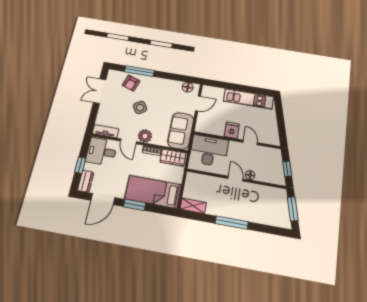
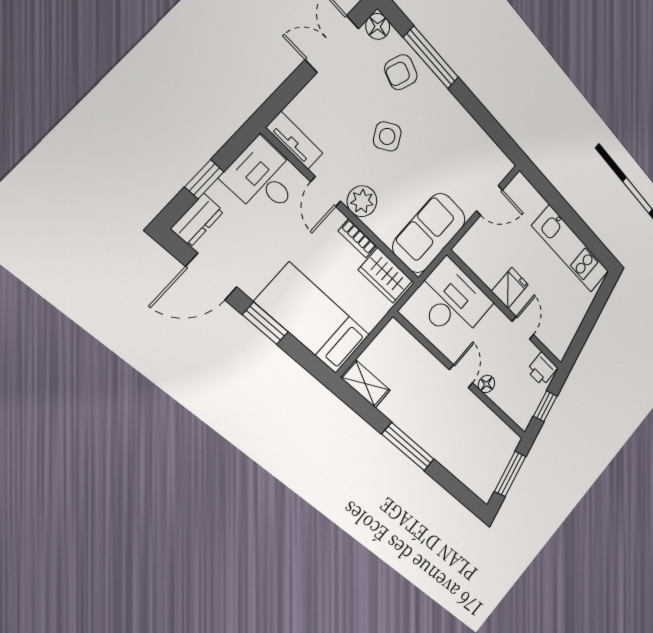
floor lamp: (188, 87) -> (378, 26), moved
printer: (273, 154) -> (542, 369), added

